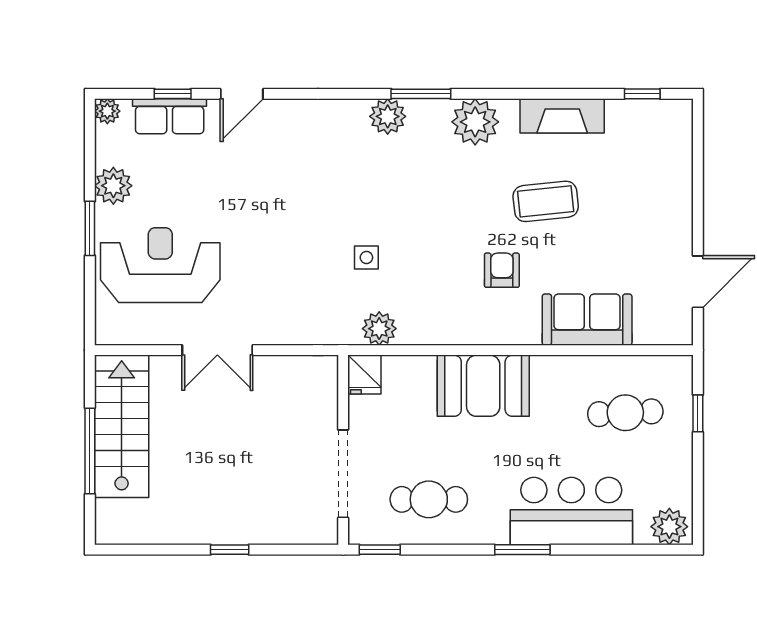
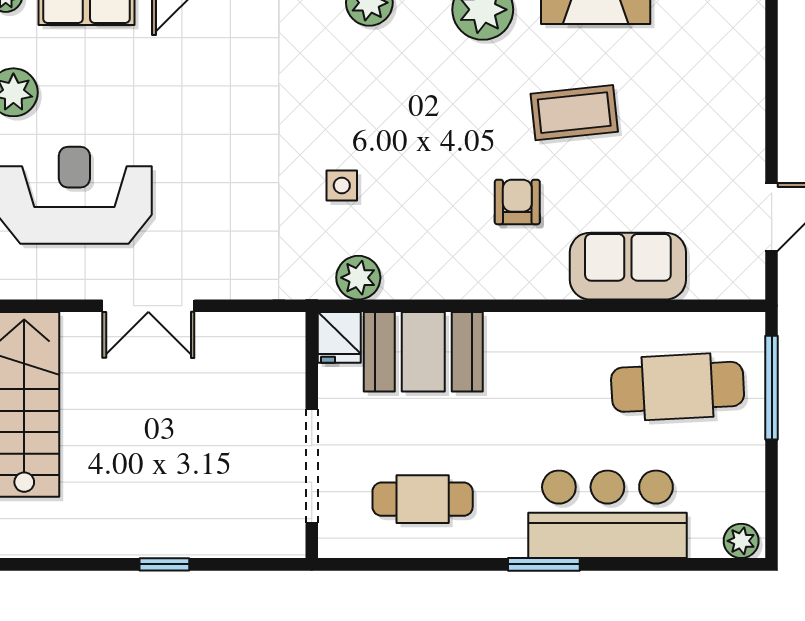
booth: (483, 386) -> (423, 352), moved
cafe table: (625, 413) -> (678, 387), width x1.37, depth x1.35
window: (698, 413) -> (772, 388), width x2.17
plant: (669, 527) -> (741, 541), width x0.73, depth x0.73
window: (380, 550) -> (359, 564), removed

